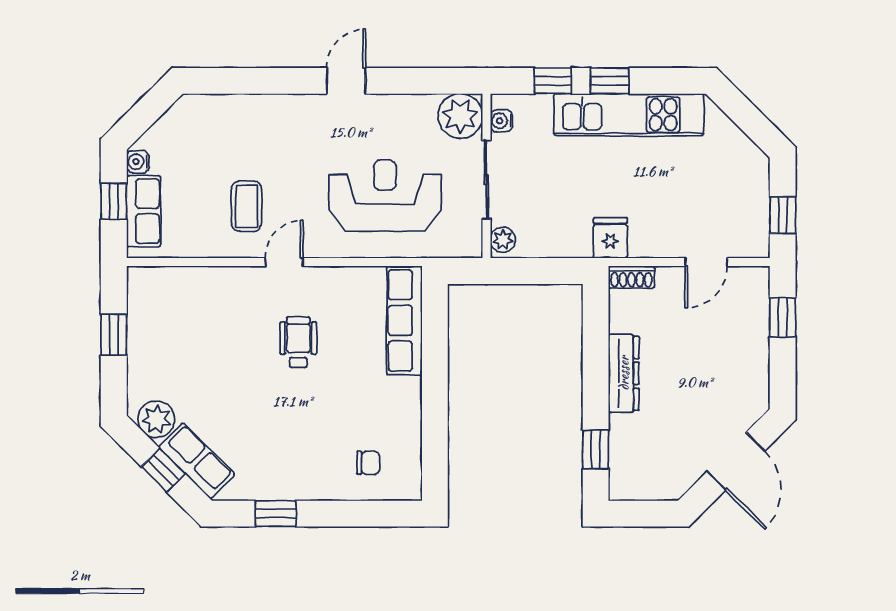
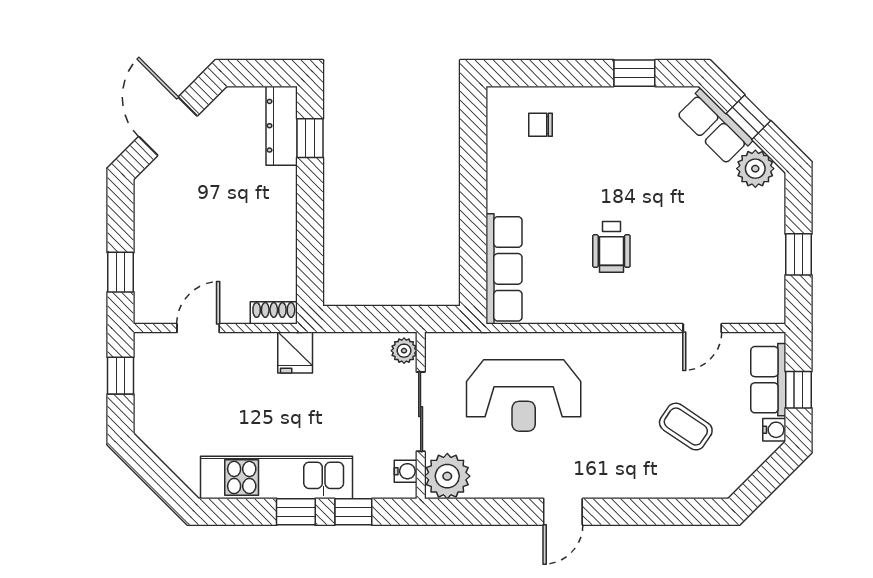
coffee table: (247, 206) -> (686, 427), moved, turned -56
door: (284, 262) -> (702, 328), moved
dresser: (624, 373) -> (282, 126), moved

